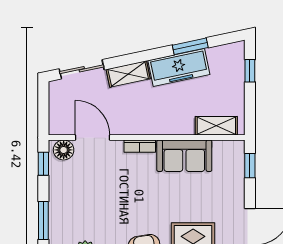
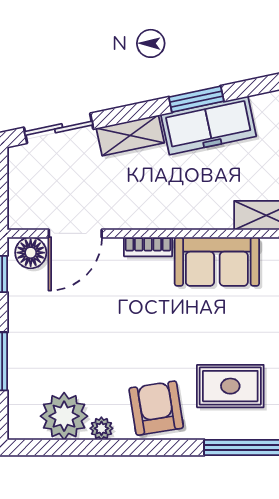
window: (190, 46) -> (196, 99), moved
door: (92, 138) -> (75, 233), swing flipped

